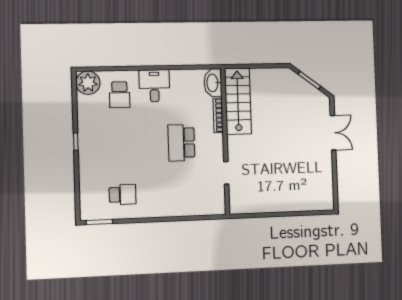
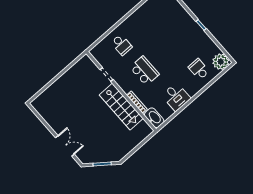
desk: (154, 86) -> (176, 97), moved
stairs: (238, 101) -> (121, 107), moved
double door: (333, 133) -> (65, 146), swing flipped
school desk: (123, 195) -> (122, 45), moved, turned -90

